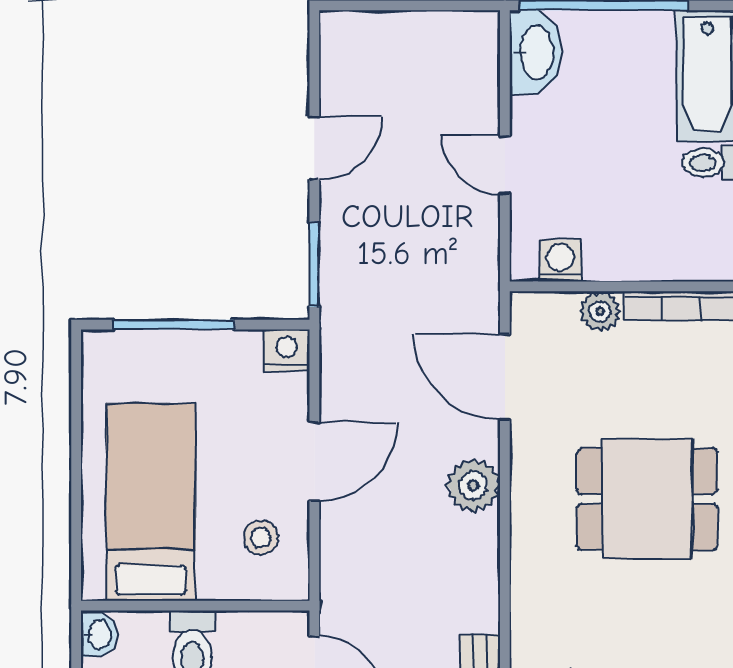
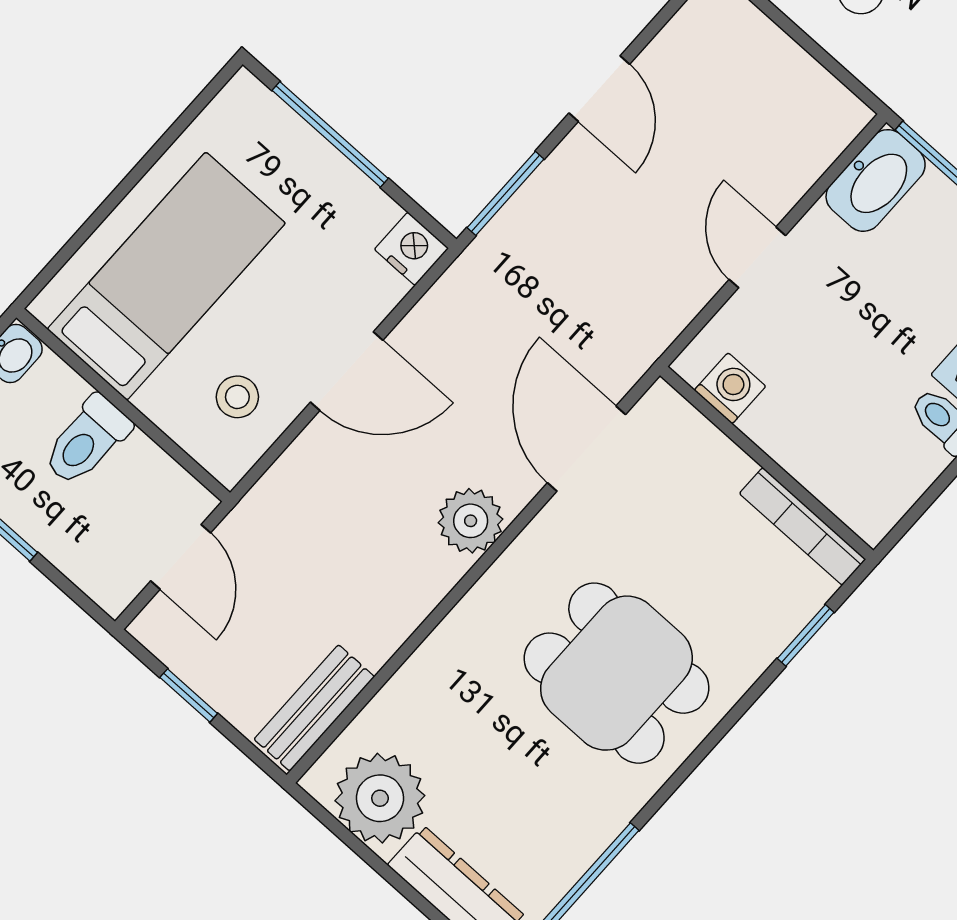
door: (314, 148) -> (599, 89), hinge flipped
plant: (600, 311) -> (725, 466), removed

